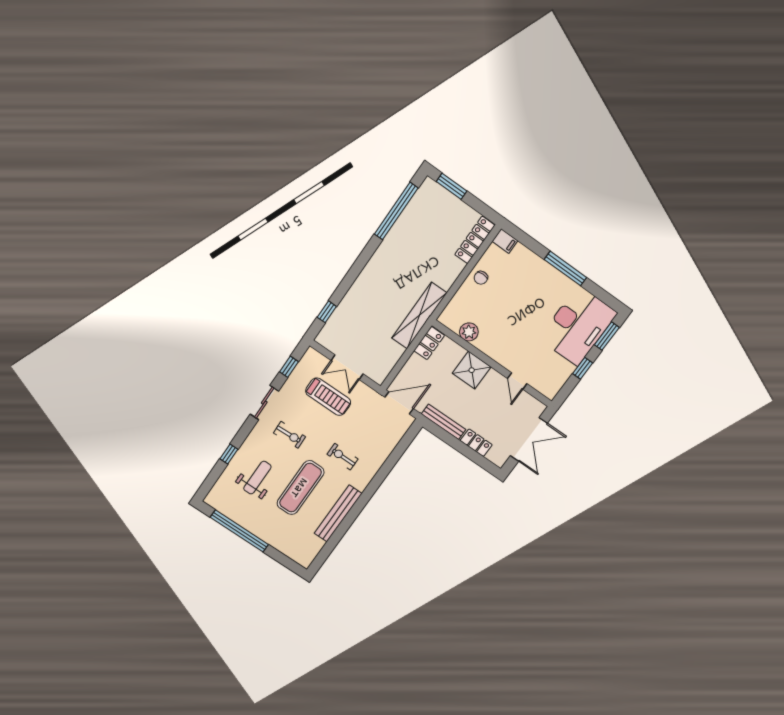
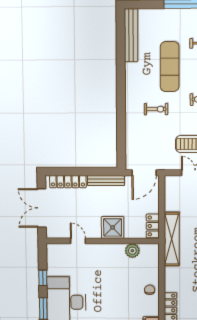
locker: (476, 443) -> (68, 182), width x1.53
bench: (338, 513) -> (131, 35), moved

